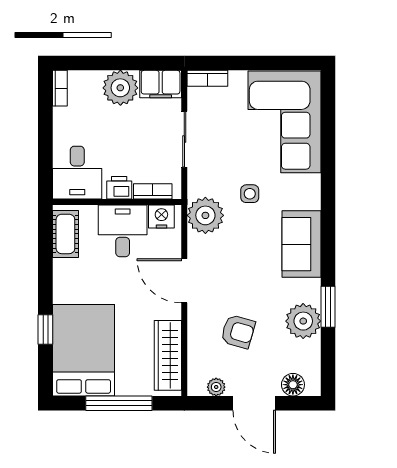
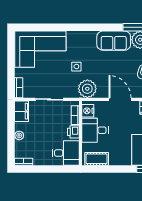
plant: (120, 88) -> (19, 135), width x0.53, depth x0.53
sofa: (301, 244) -> (114, 41), moved
door: (184, 281) -> (120, 99), swing flipped

